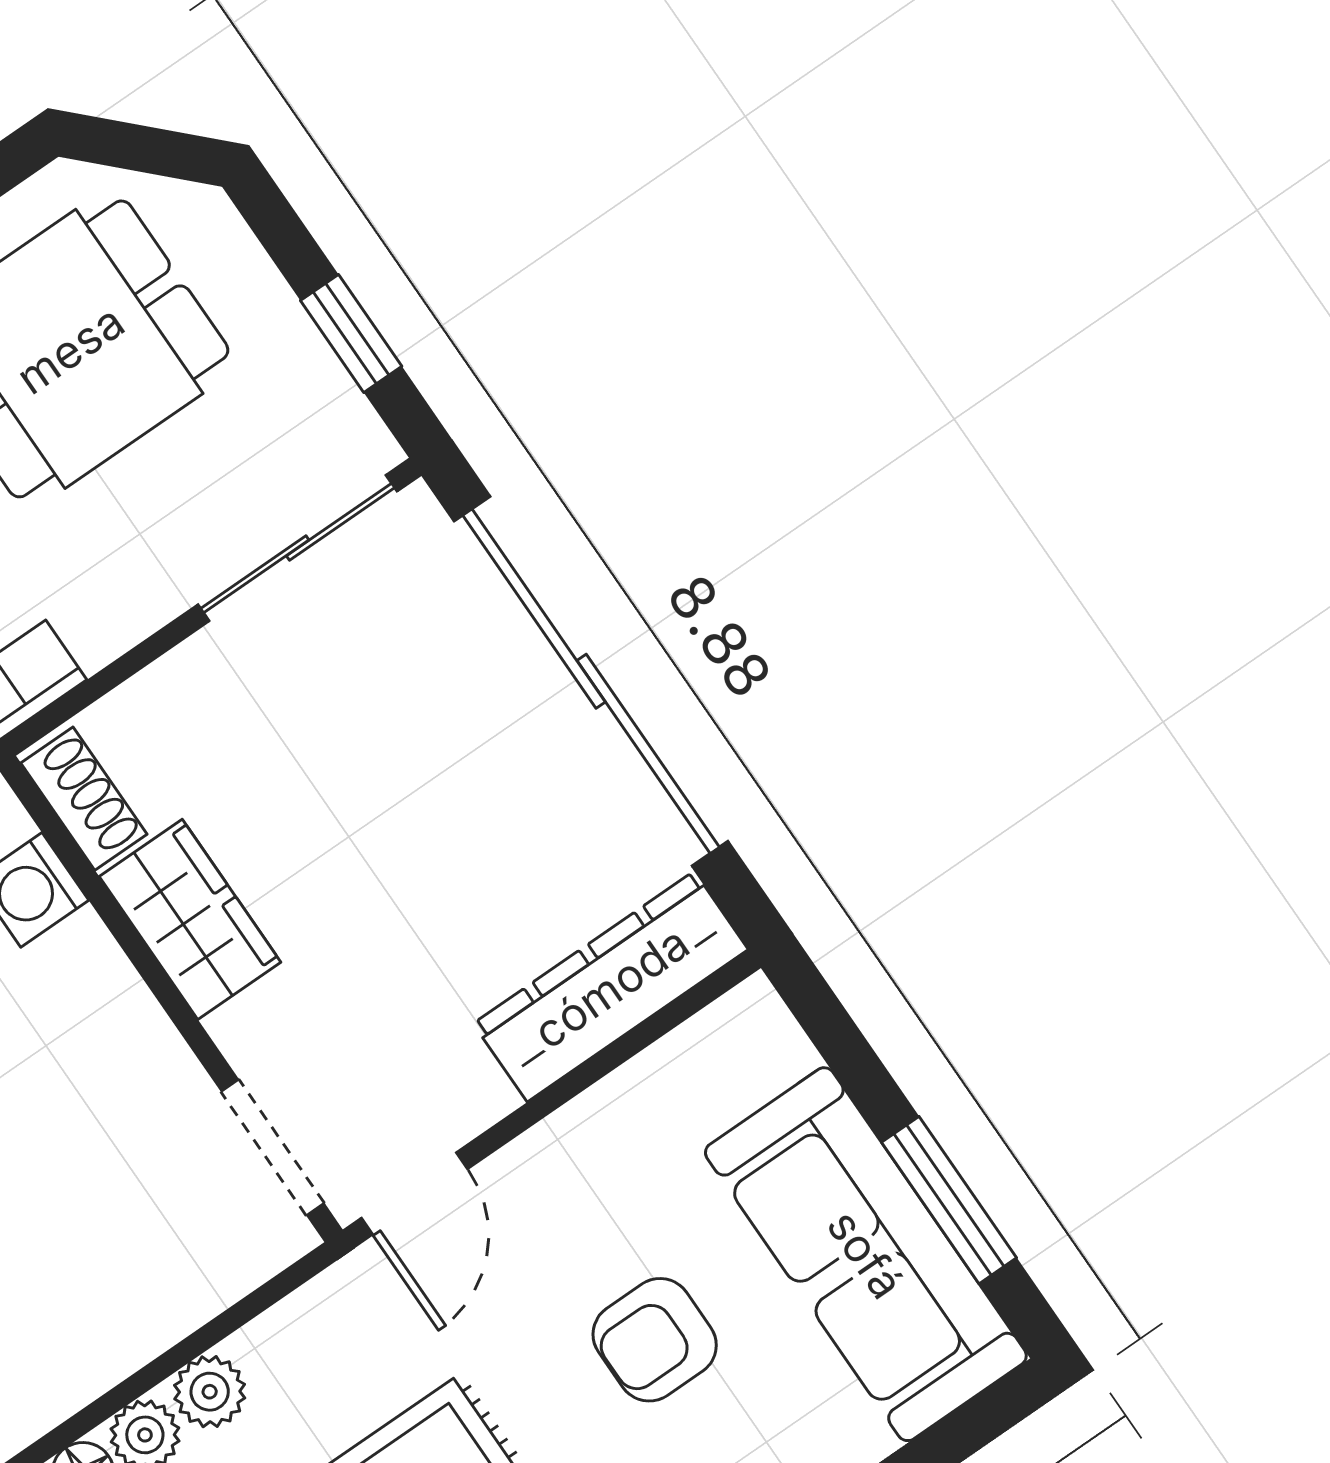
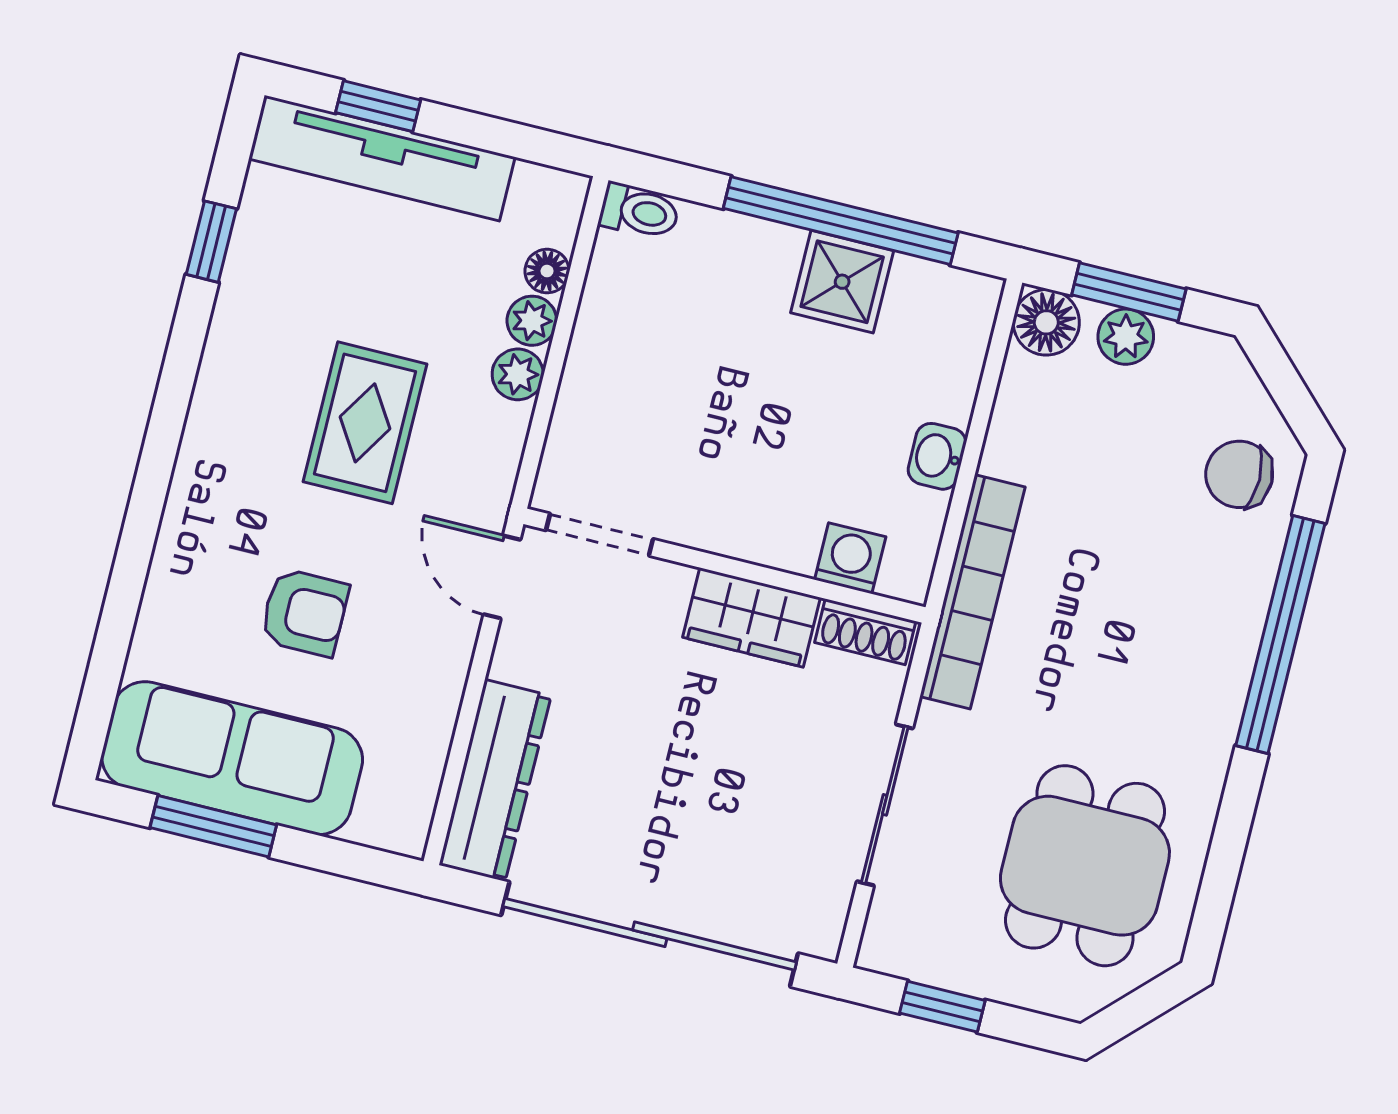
sliding door: (298, 548) -> (885, 805), moved
armchair: (655, 1340) -> (305, 612), turned 90

